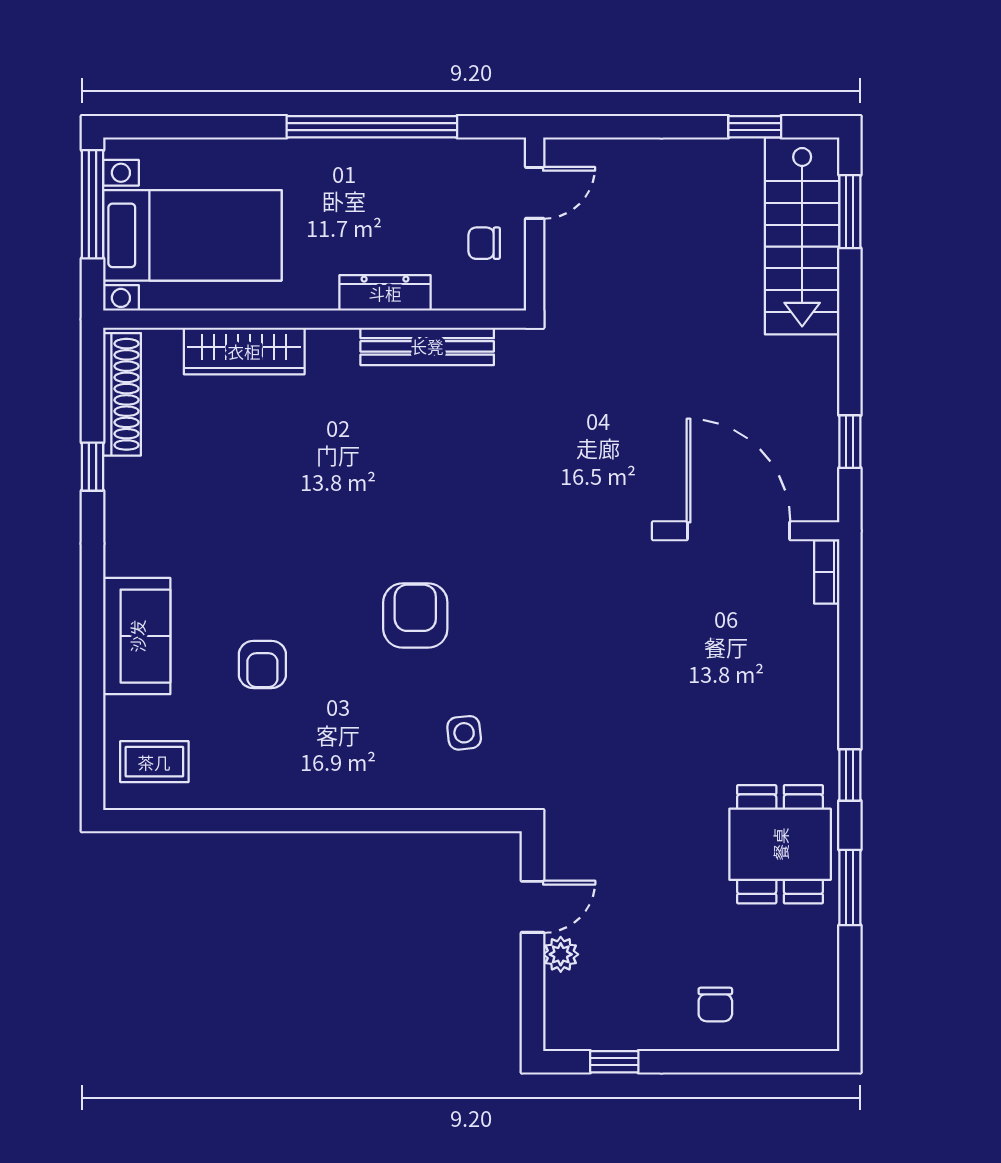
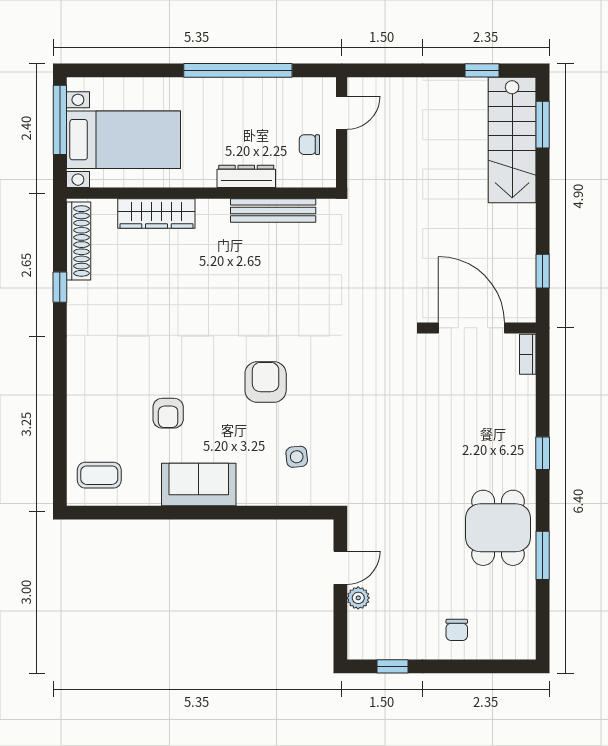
sofa: (137, 636) -> (199, 485), moved, turned -90
window: (850, 775) -> (543, 453), moved

